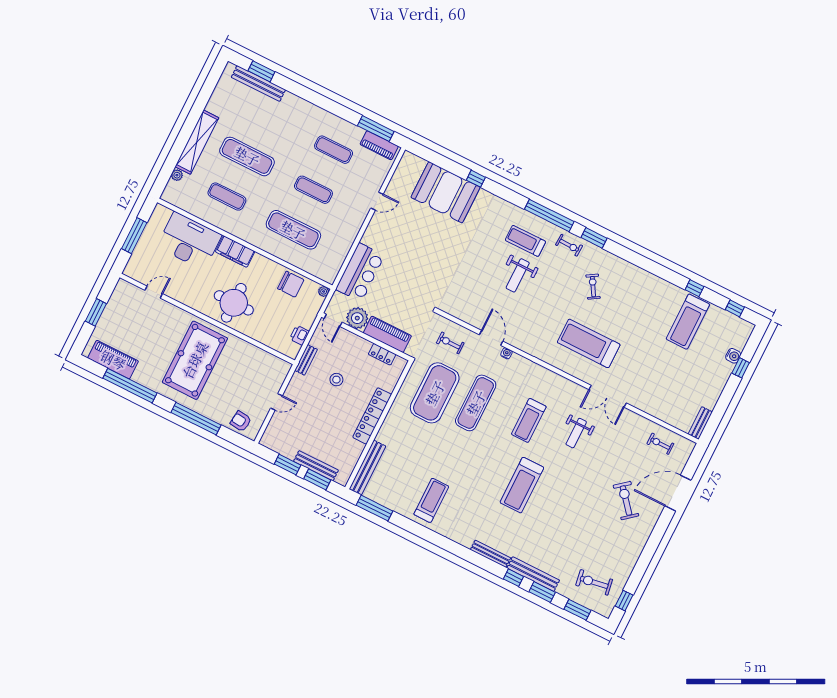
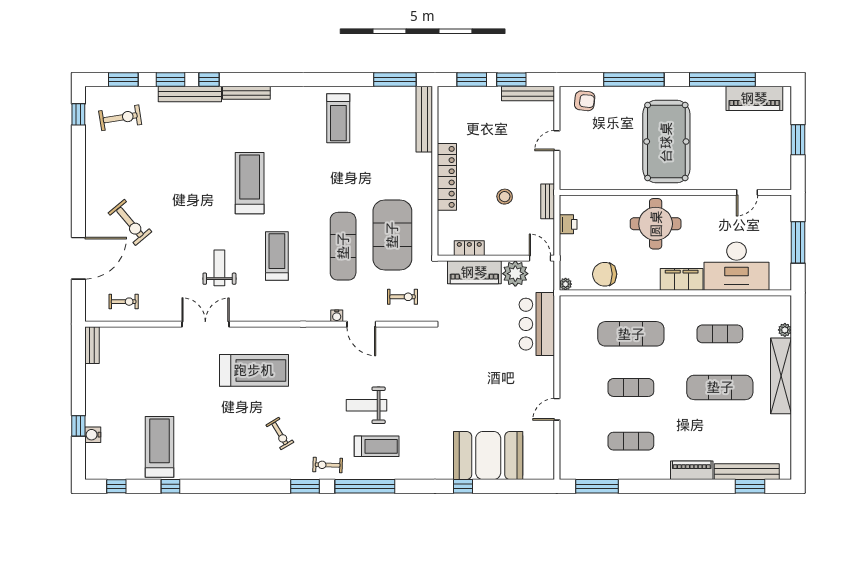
piano: (379, 145) -> (692, 470), moved
weight bench: (518, 275) -> (367, 405), turned -90
bench: (316, 466) -> (528, 93), moved

